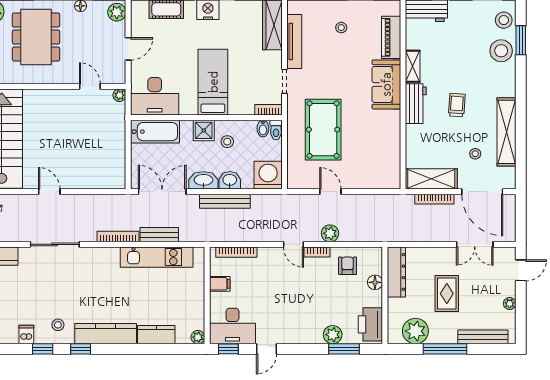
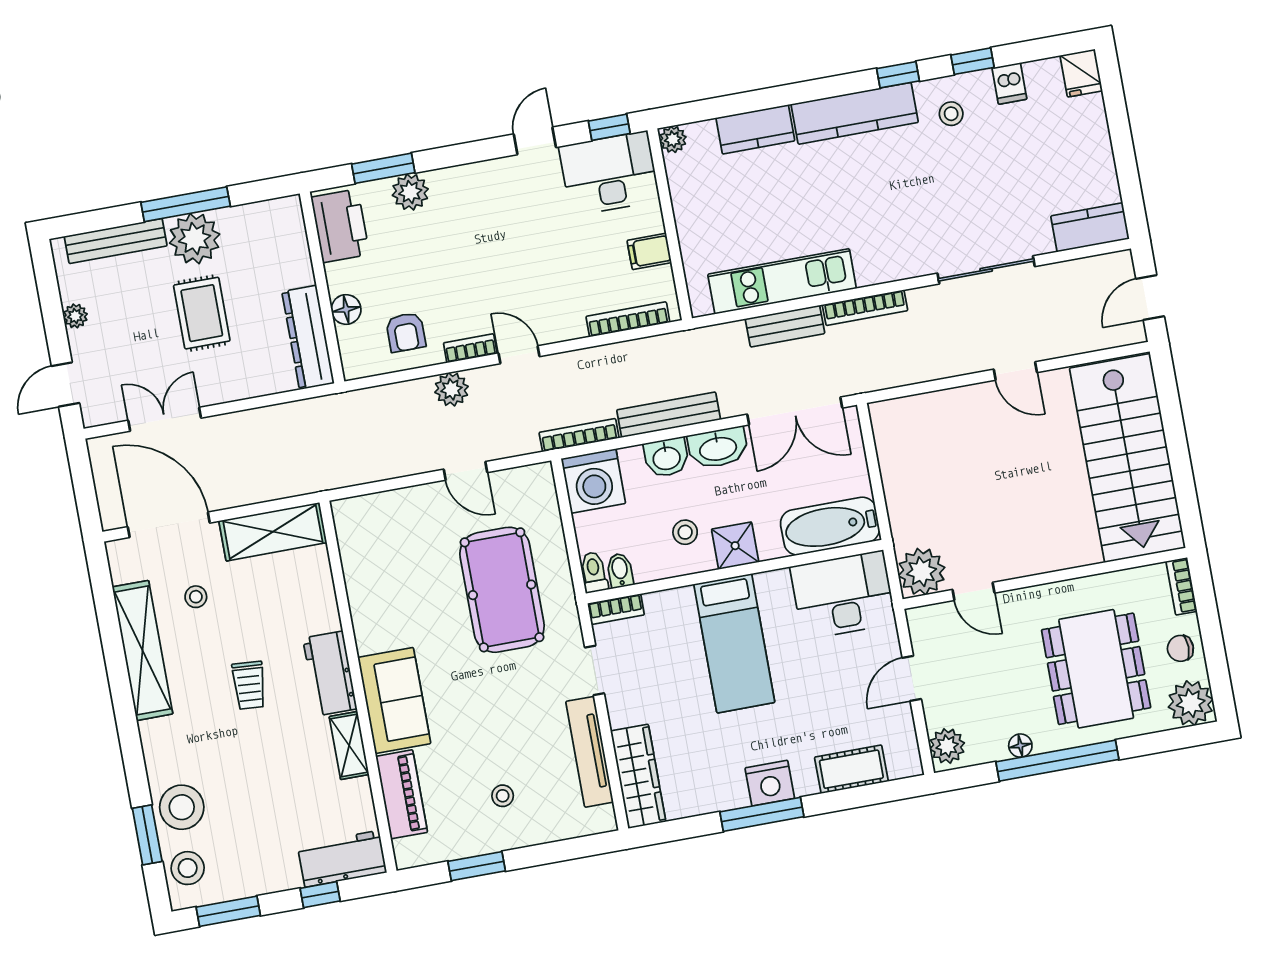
plant: (119, 95) -> (922, 572), width x1.88, depth x1.88
bookcase: (434, 199) -> (579, 435), moved
plant: (415, 331) -> (195, 239), moved

